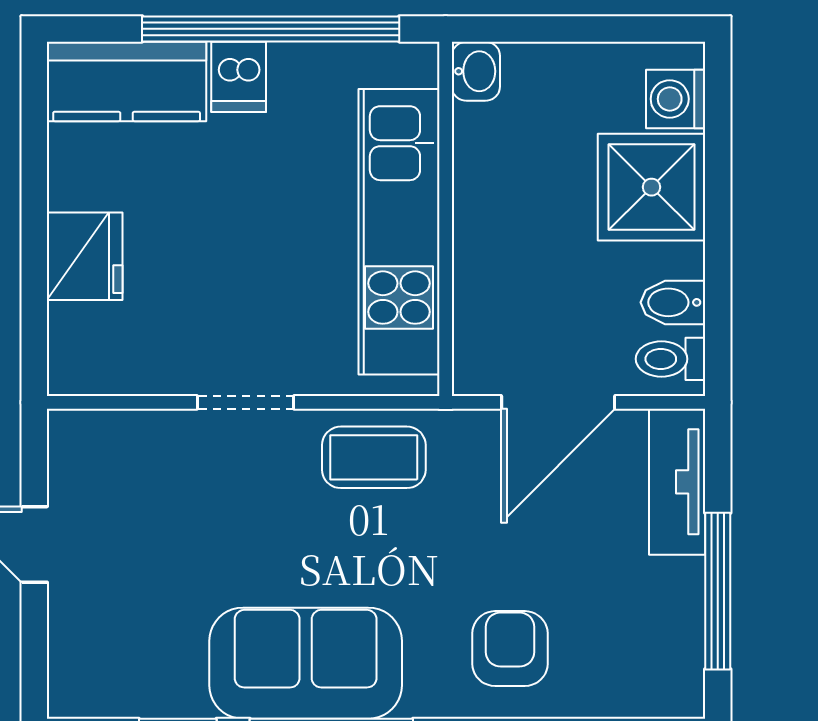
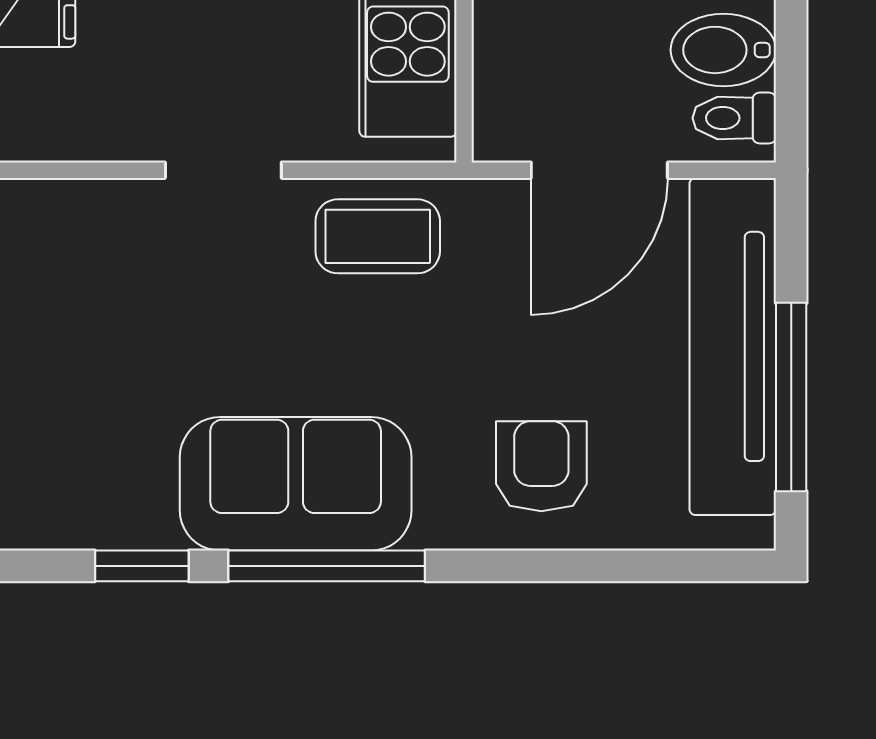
bidet: (673, 302) -> (723, 50), width x1.38, depth x1.36
tv unit: (677, 482) -> (733, 346), width x1.92, depth x1.29

